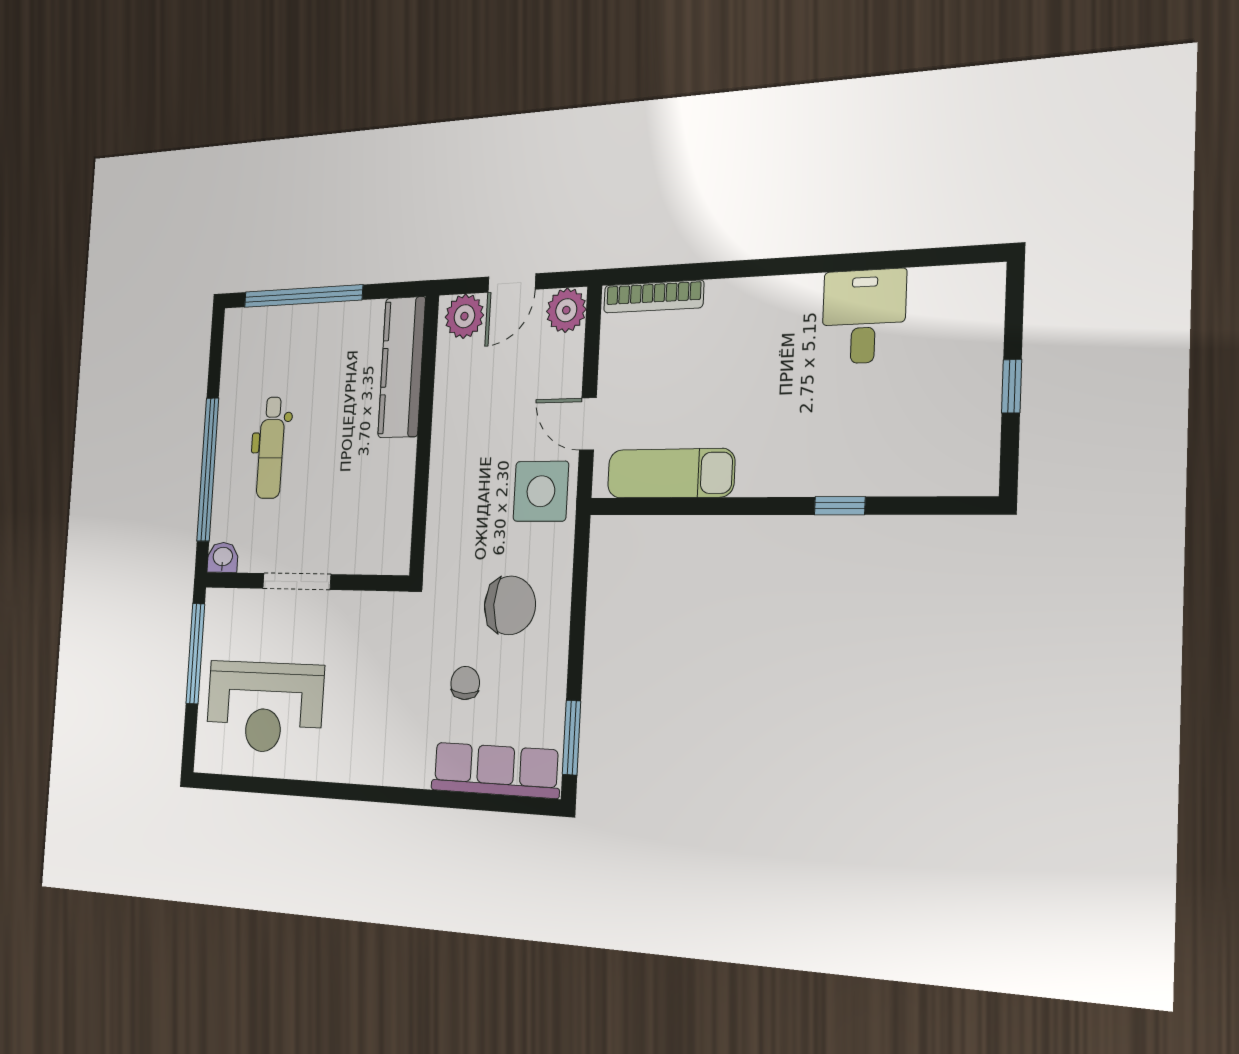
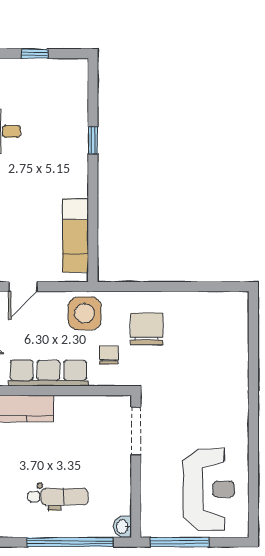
door: (588, 424) -> (23, 287), moved
doorway: (297, 581) -> (136, 431), moved
chair: (465, 683) -> (109, 355), moved, turned 90
window: (572, 738) -> (216, 287), removed
row of seats: (495, 770) -> (48, 373), moved, turned 90

